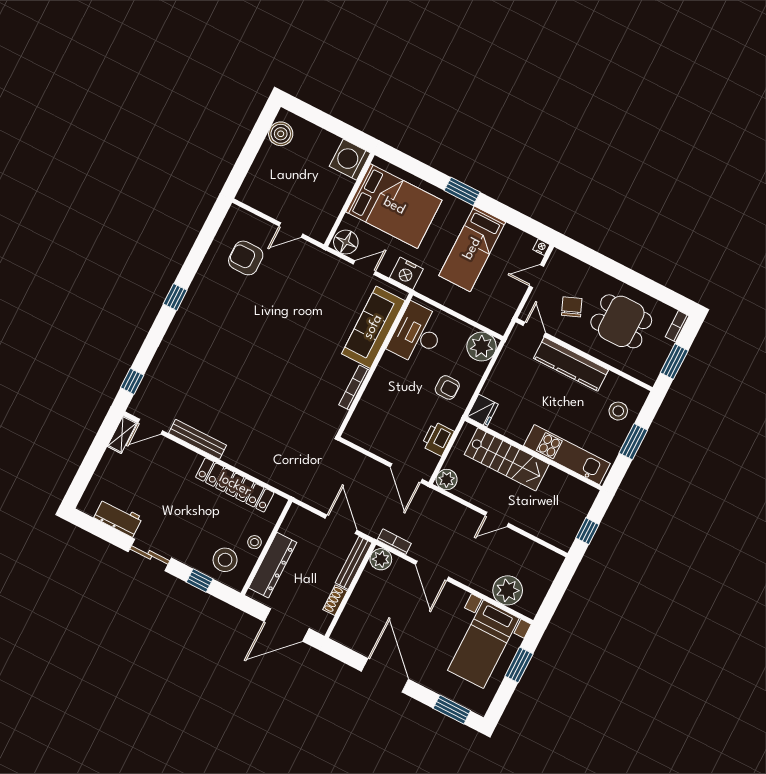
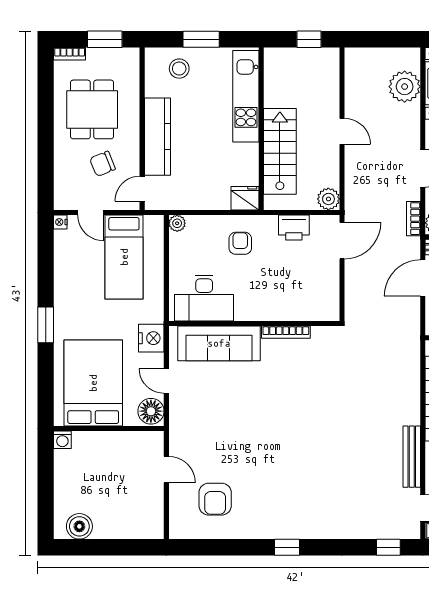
washing machine: (350, 160) -> (62, 440), width x0.53, depth x0.53
bed: (472, 249) -> (124, 257), moved, turned 90
plant: (482, 347) -> (177, 223), width x0.53, depth x0.53

